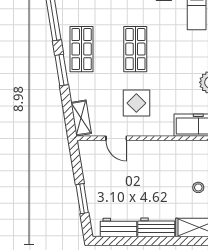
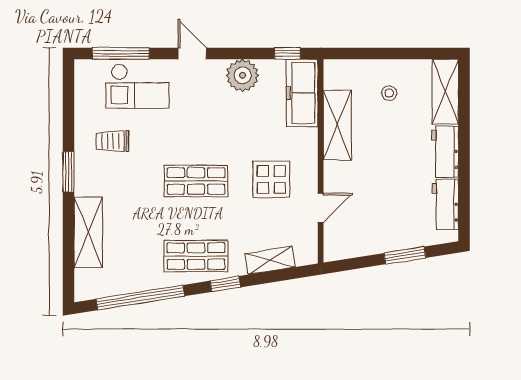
window: (62, 70) -> (225, 284), width x0.67
shelving: (81, 118) -> (270, 260), moved
shelving: (175, 150) -> (337, 125), added

